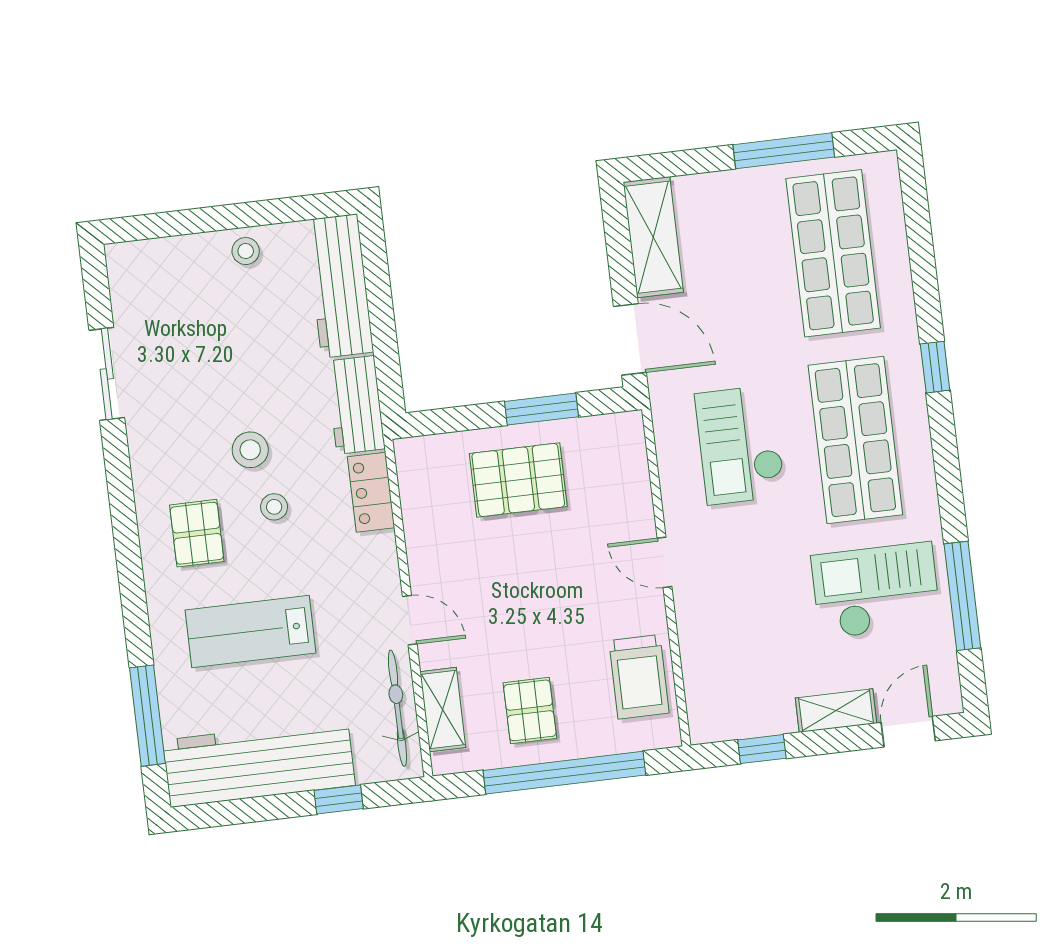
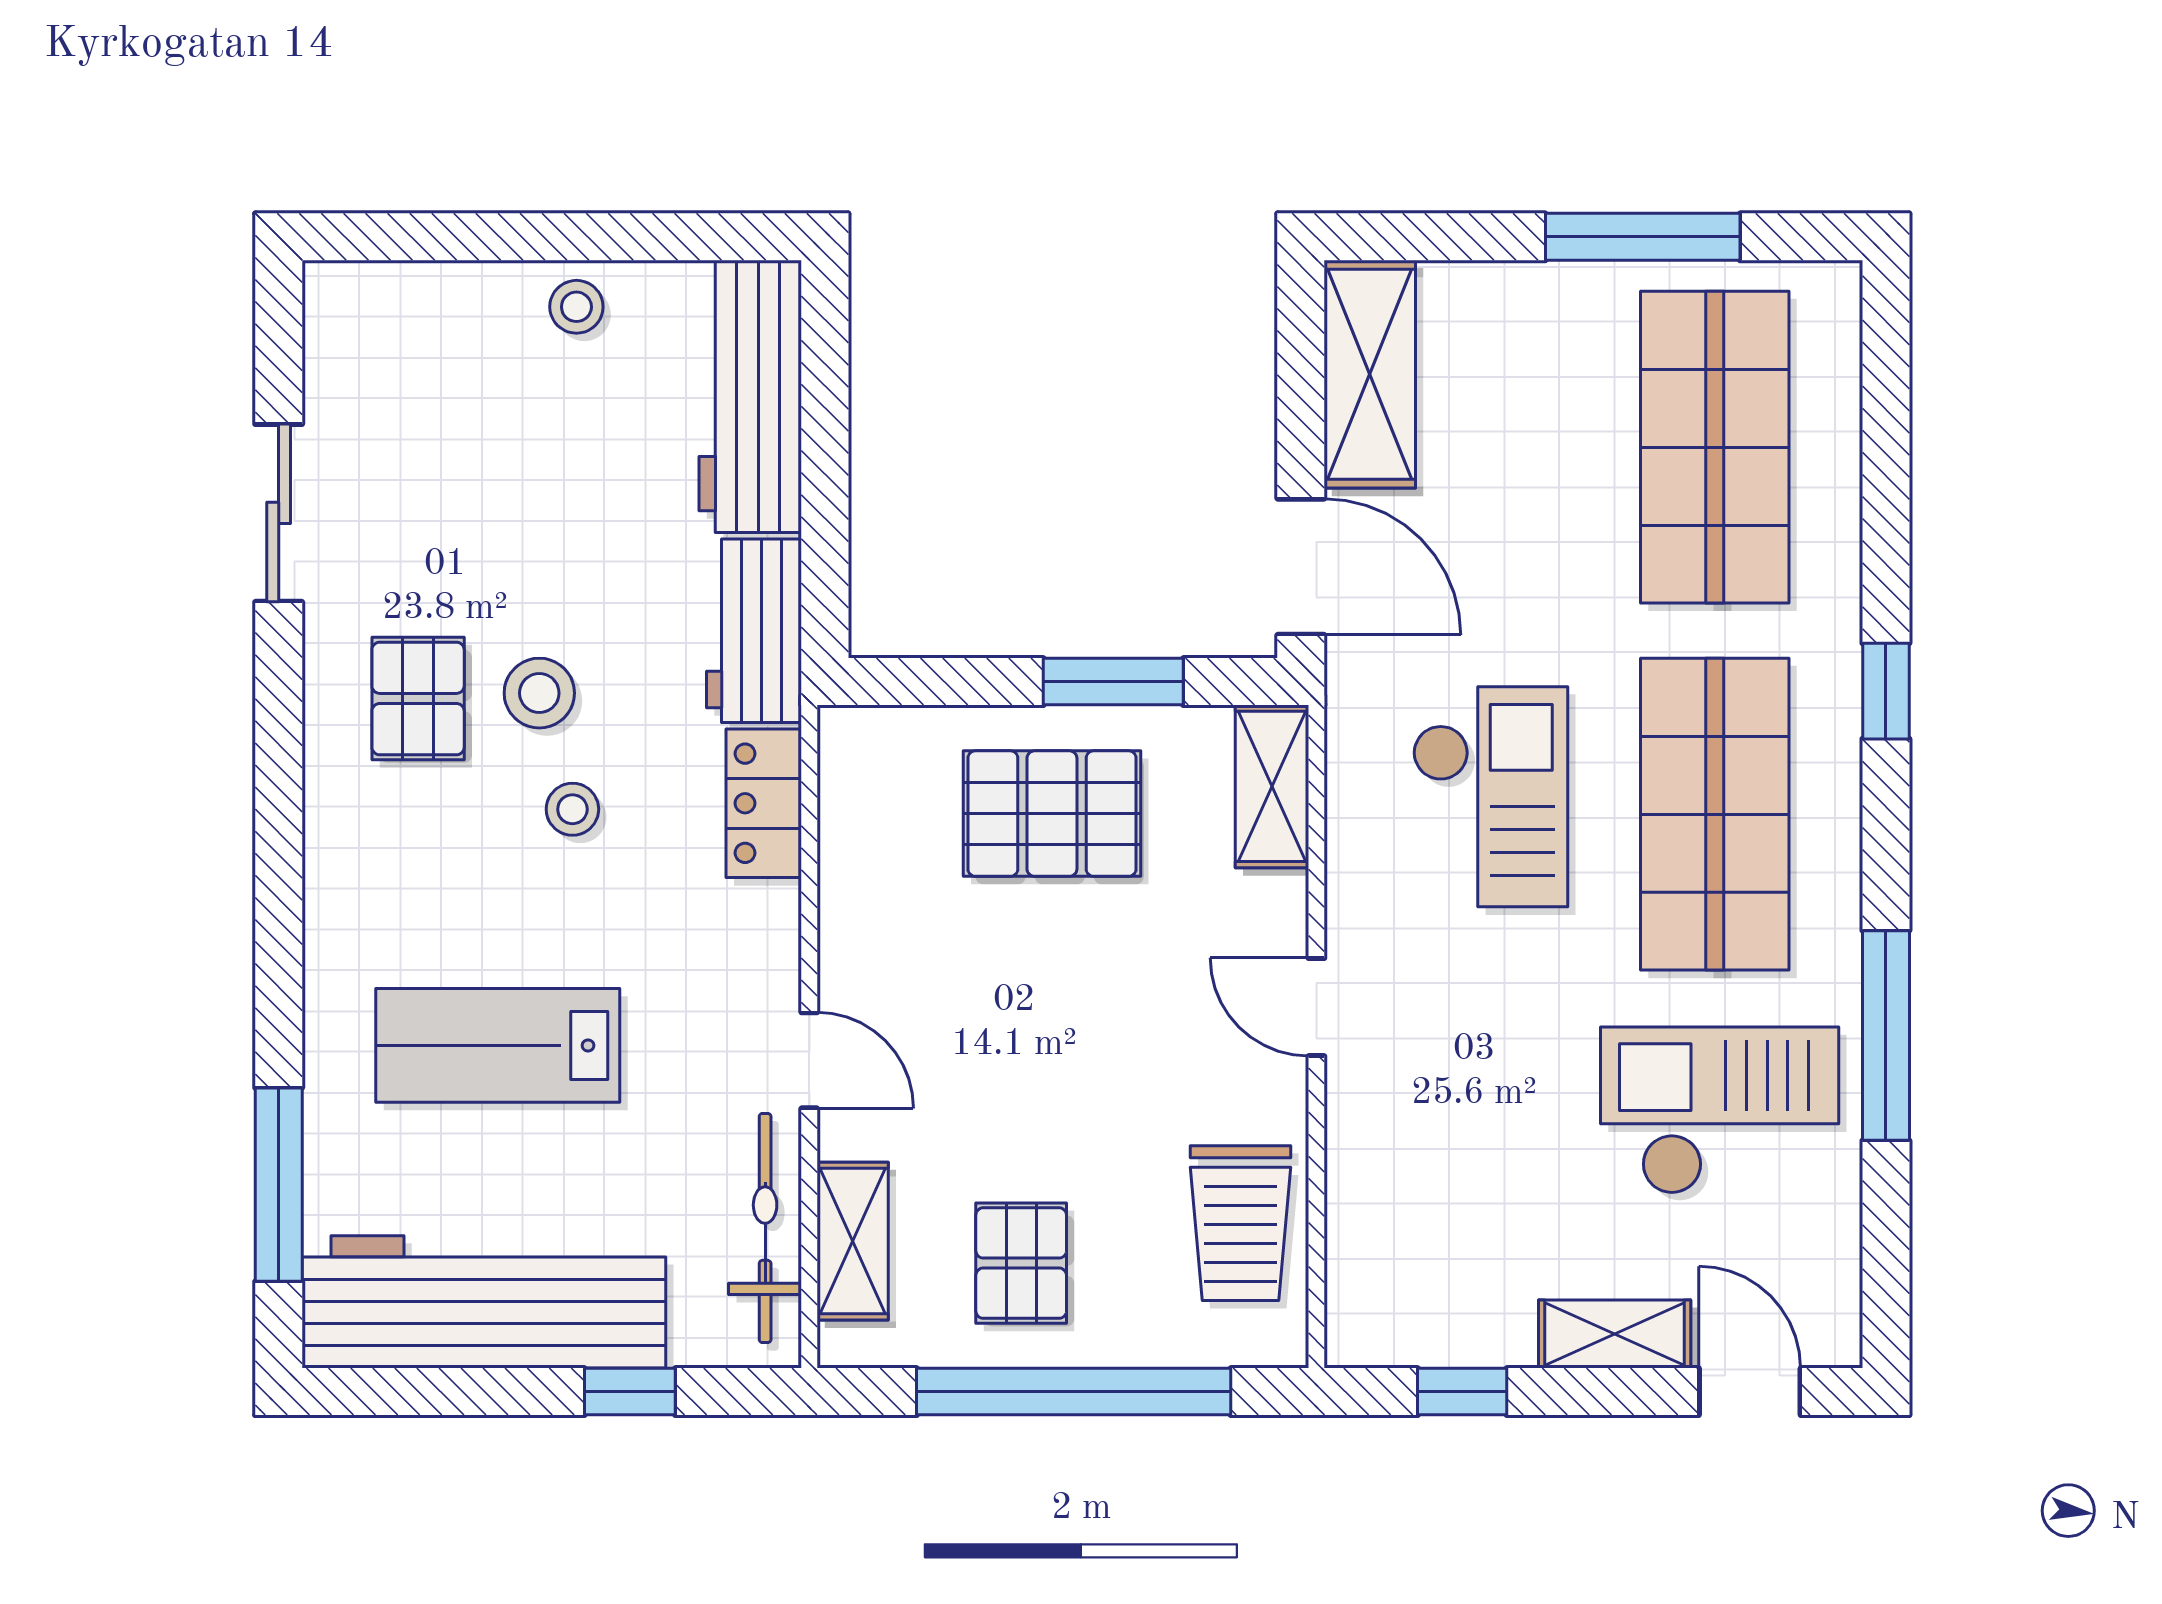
checkout: (740, 445) -> (1490, 797), turned 180
shelving: (629, 453) -> (1272, 786), added
pallet: (197, 533) -> (418, 698), moved
window: (962, 596) -> (1886, 1035), moved
door: (908, 732) -> (1750, 1392), hinge flipped

